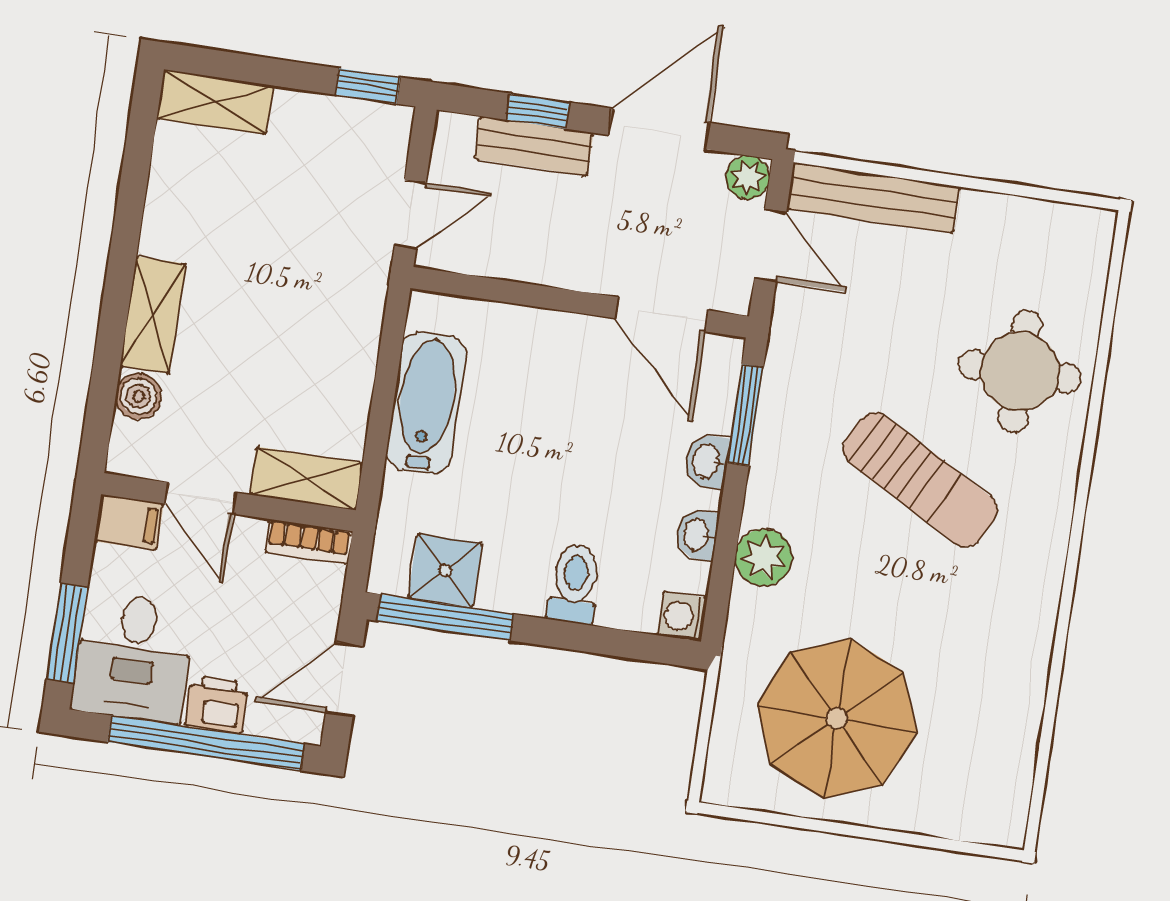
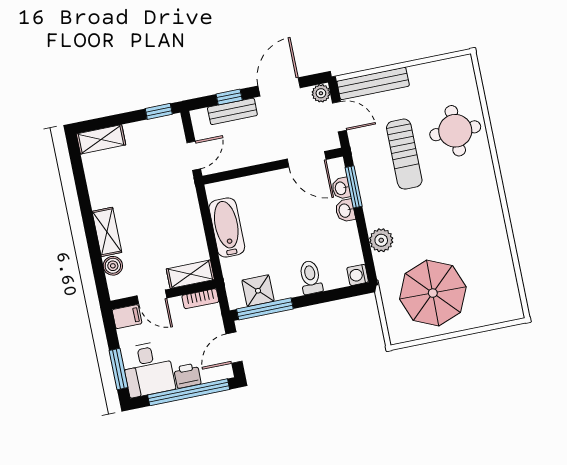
sun lounger: (920, 480) -> (404, 154), moved, turned 61
washbasin: (697, 535) -> (341, 188), moved

